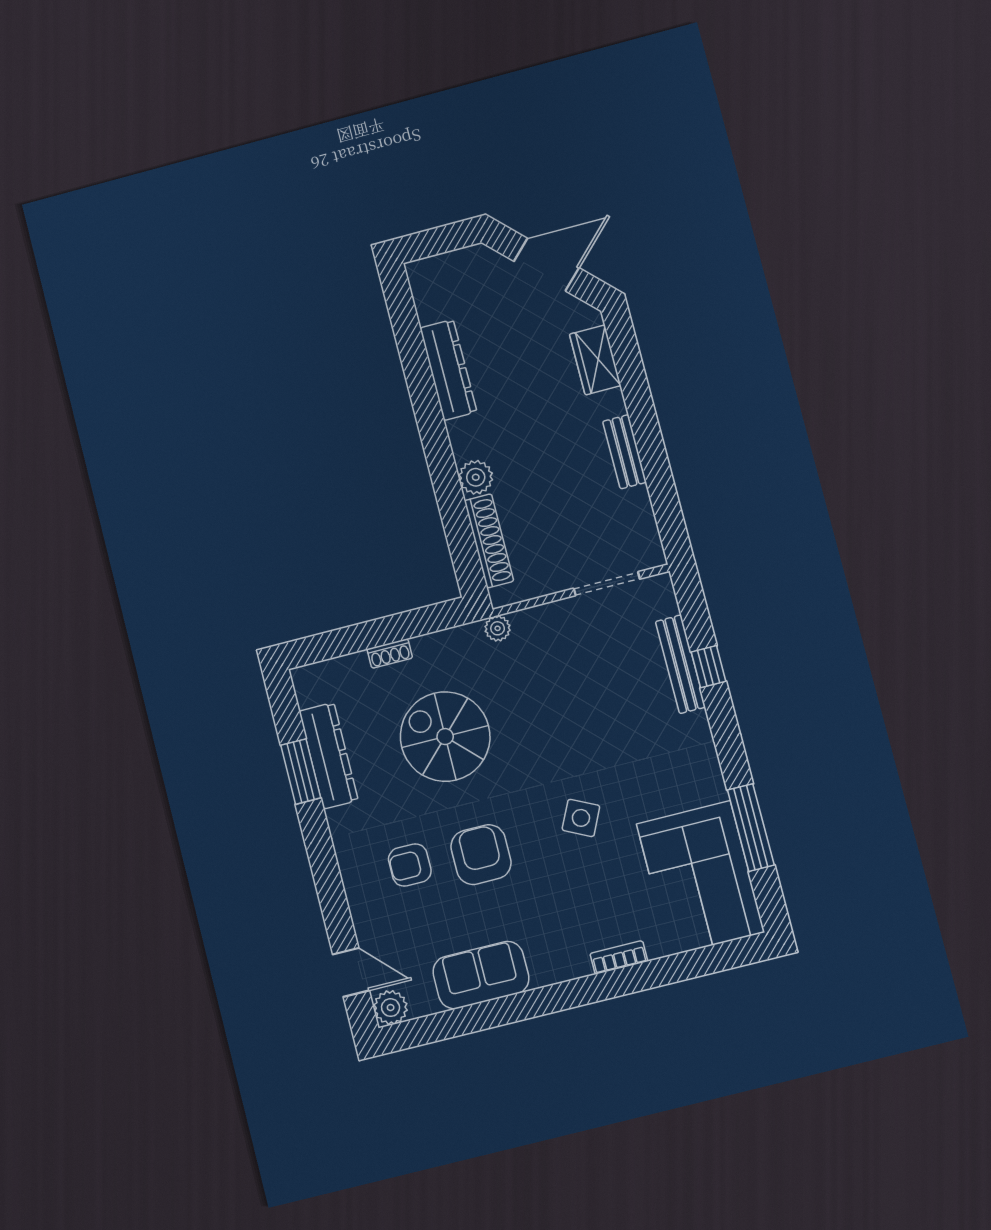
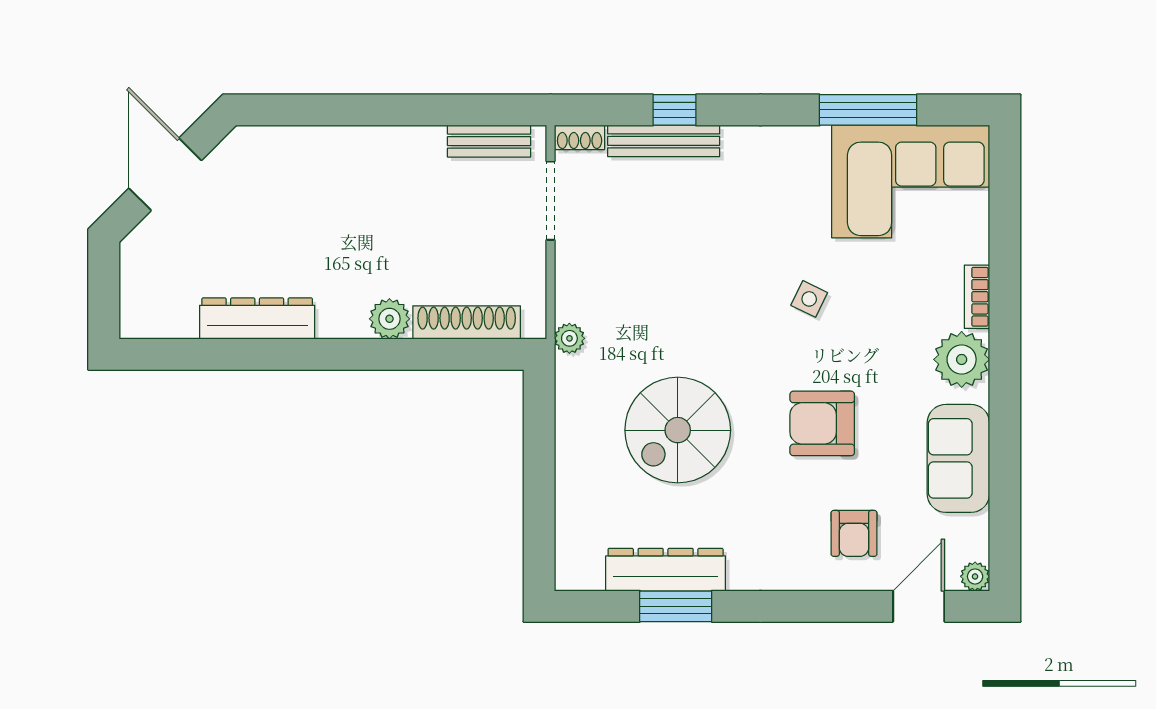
wardrobe: (595, 360) -> (290, 147), removed
bench: (625, 452) -> (489, 141), moved
shoe rack: (390, 653) -> (580, 137), moved, turned 90
side table: (581, 818) -> (809, 299), width x0.73, depth x0.73
armchair: (410, 865) -> (854, 533), moved
plant: (563, 957) -> (962, 359), added
plant: (391, 1008) -> (975, 576), width x0.73, depth x0.73

